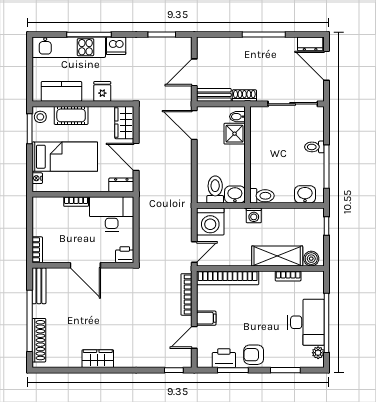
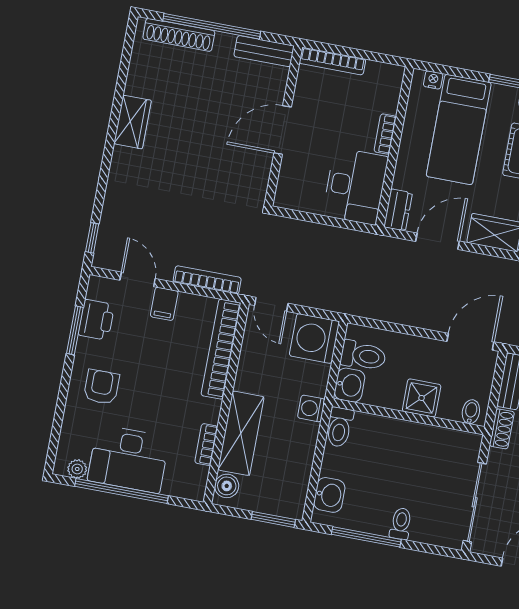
shower: (235, 134) -> (422, 398), moved
window: (327, 226) -> (273, 519), width x1.50
bookcase: (37, 250) -> (332, 61), width x1.56
printer: (125, 255) -> (288, 195), removed
armchair: (254, 355) -> (102, 387), moved
window: (285, 370) -> (60, 412), removed

